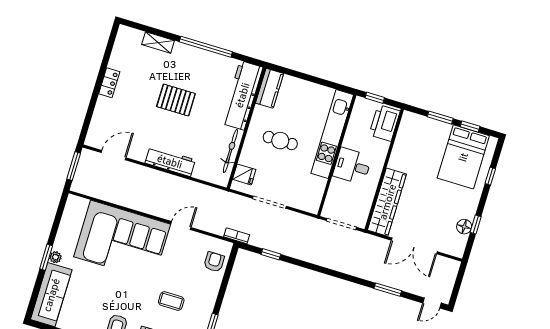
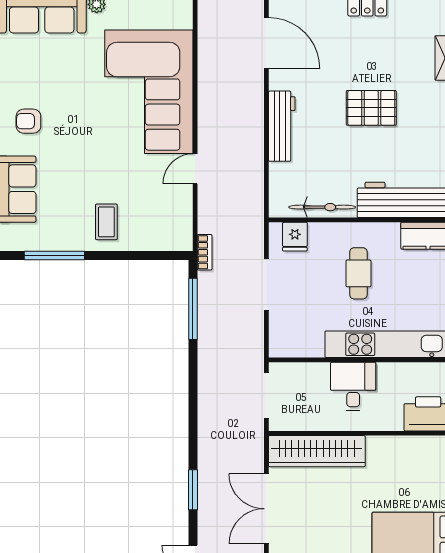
pallet: (176, 100) -> (371, 108), turned 90
door: (114, 155) -> (266, 43), width x1.36
door: (181, 226) -> (195, 169), swing flipped
window: (271, 254) -> (193, 309), width x2.17
armchair: (214, 262) -> (158, 231), removed
coffee table: (171, 301) -> (106, 222), moved

